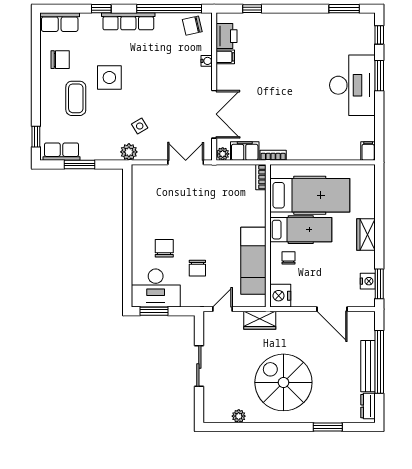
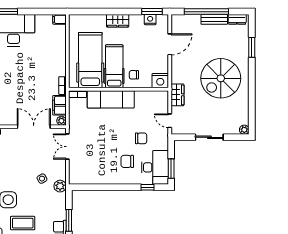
exam couch: (253, 261) -> (111, 99), moved
window: (127, 277) -> (148, 187), added
bench: (368, 366) -> (214, 19), width x0.73
plant: (239, 416) -> (244, 130), moved

